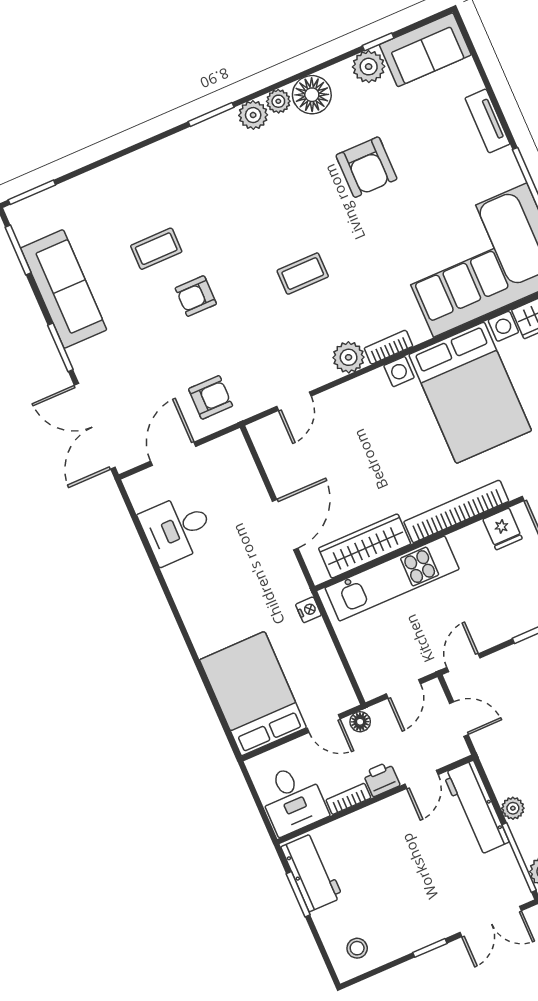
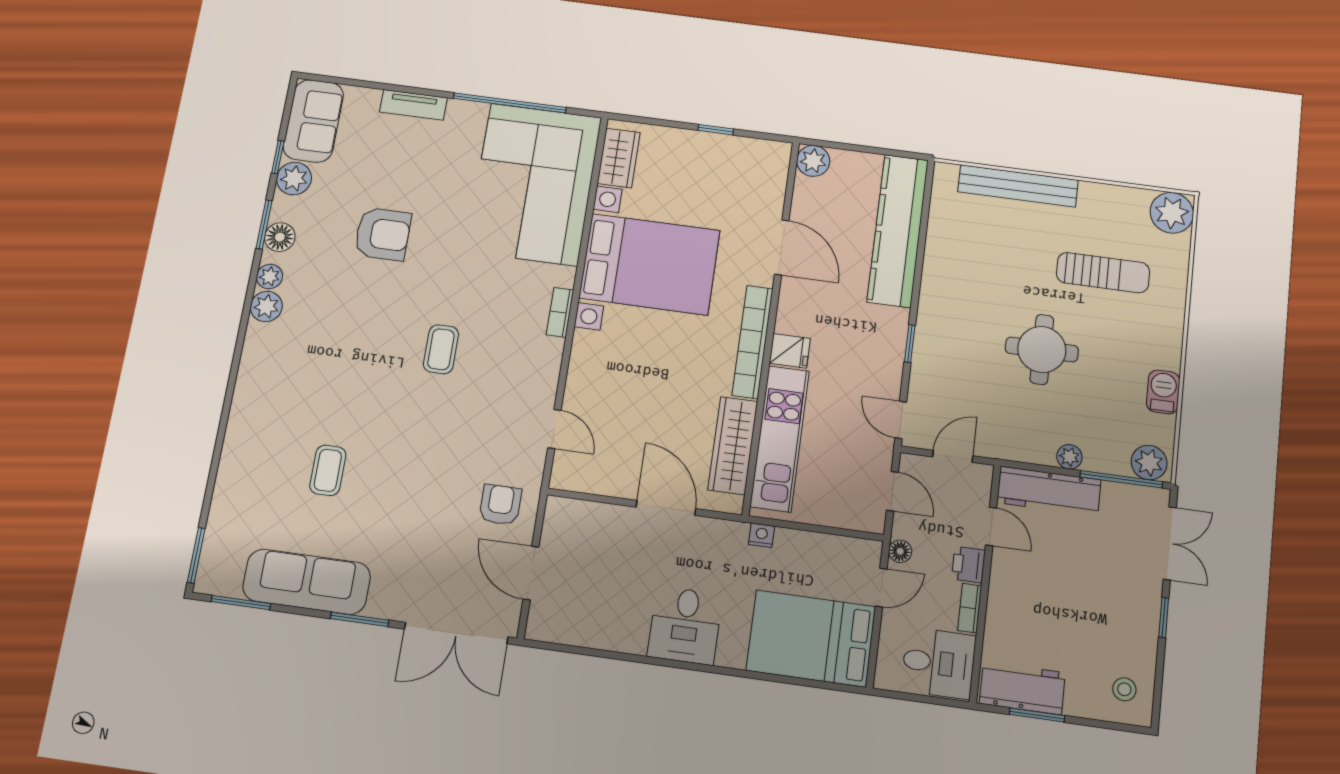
floor lamp: (312, 95) -> (280, 237), width x0.73, depth x0.73
window: (211, 114) -> (264, 224), moved
armchair: (196, 296) -> (396, 460), removed
plant: (349, 357) -> (546, 354), removed
desk: (177, 529) -> (685, 625), moved
fridge: (503, 529) -> (790, 351), moved

